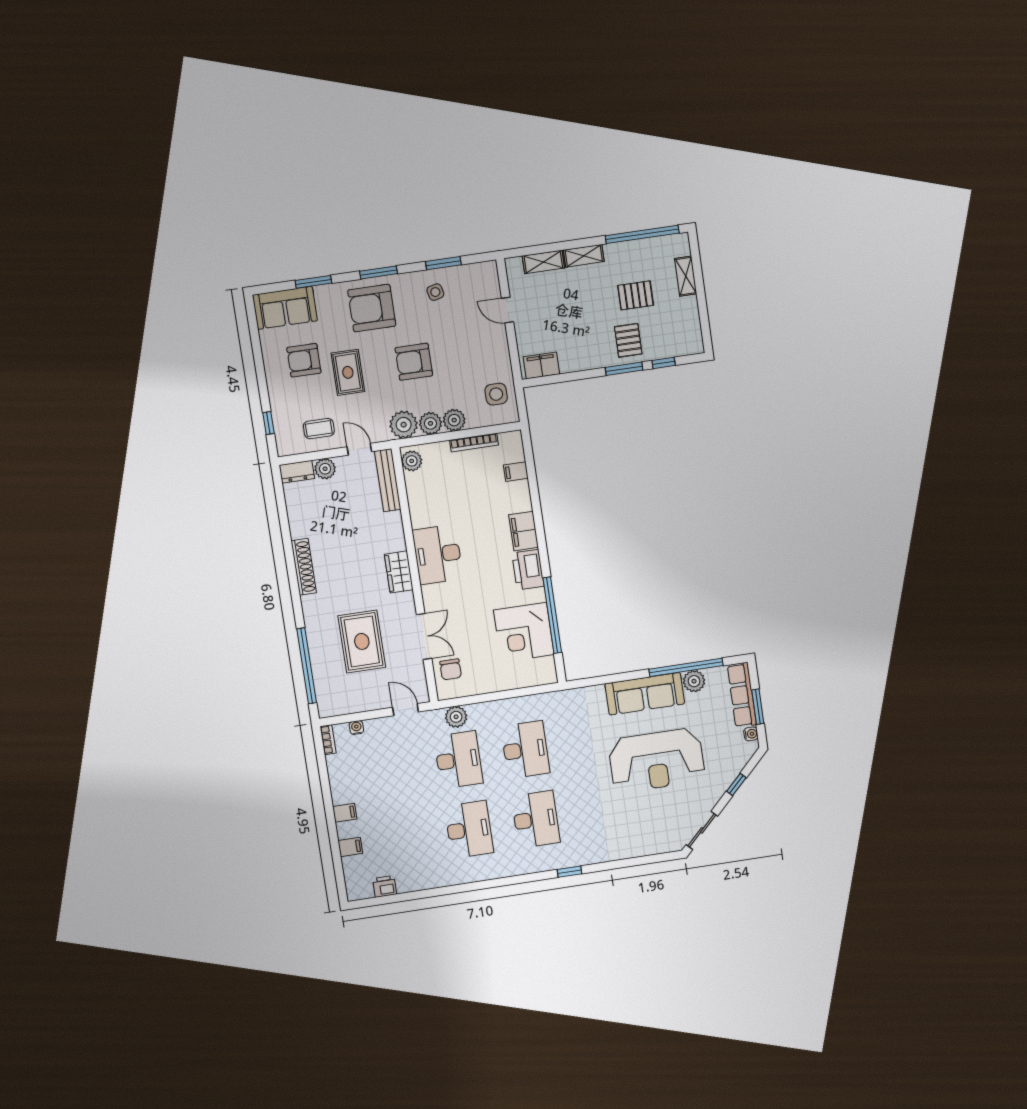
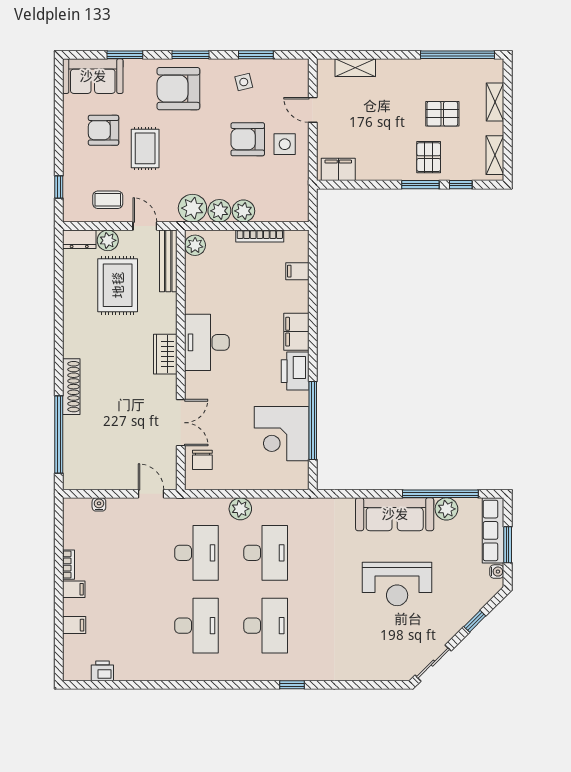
shelving: (584, 256) -> (495, 155), moved, turned 90
armchair: (414, 362) -> (248, 139), moved
side table: (496, 394) -> (285, 144), moved
shoe rack: (304, 567) -> (71, 387), moved
rug: (362, 641) -> (118, 285), moved
plant: (456, 717) -> (240, 509), moved
bookcase: (328, 740) -> (69, 565), moved
reception desk: (657, 760) -> (397, 584), width x0.74, depth x0.77

